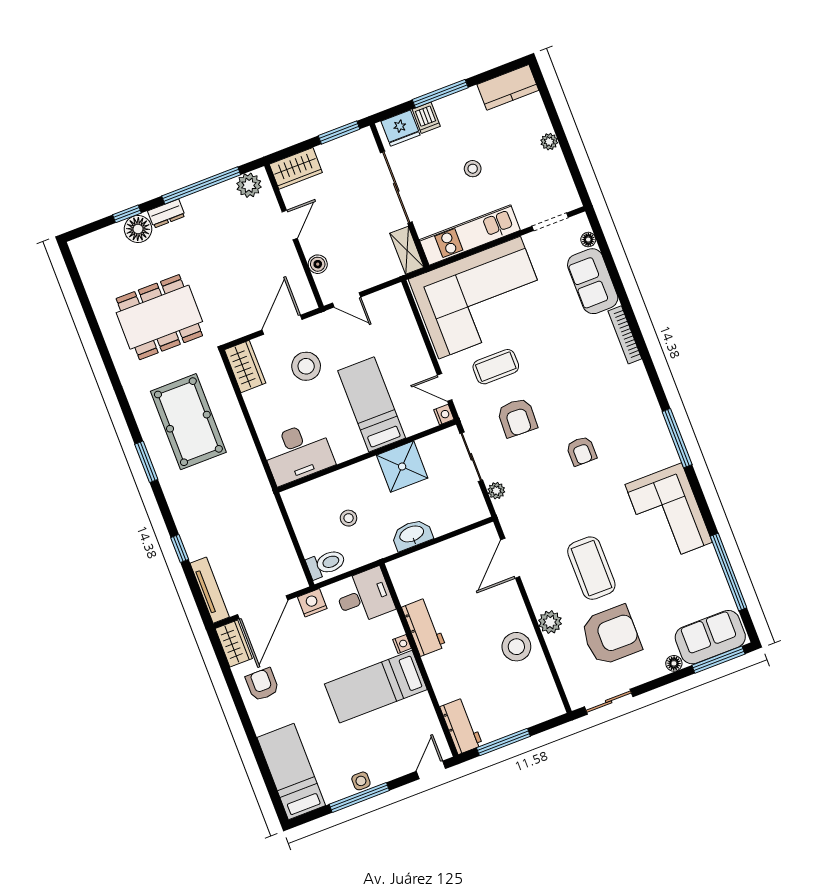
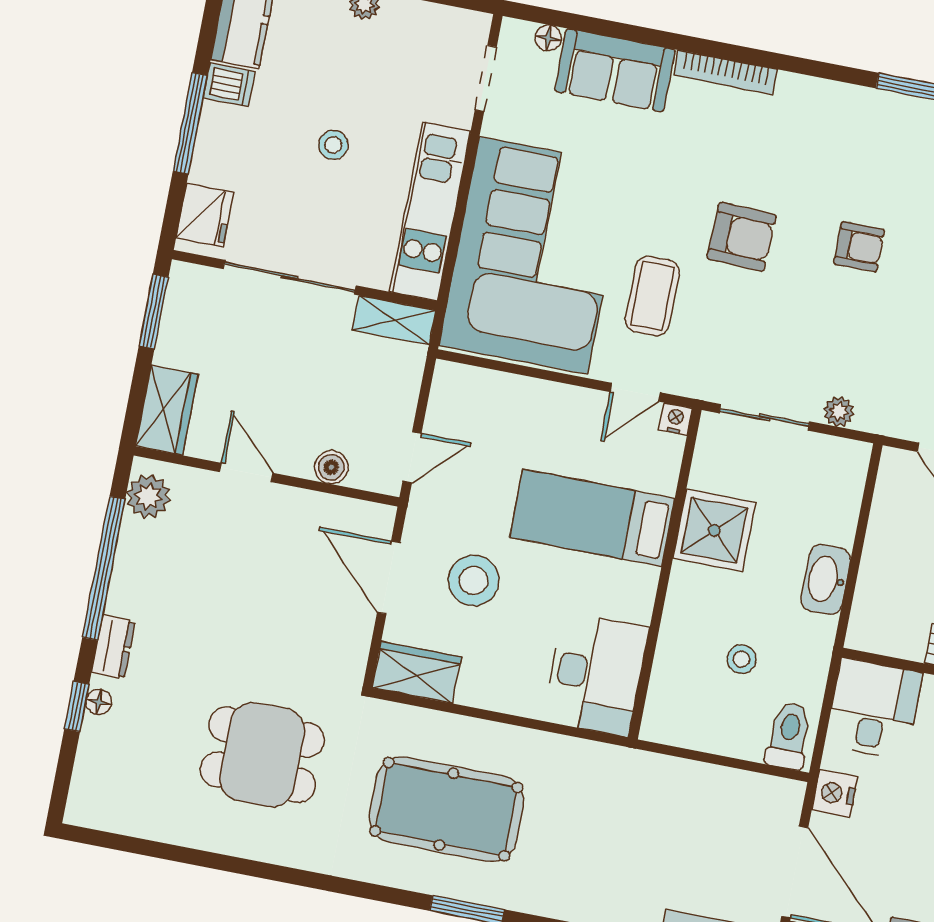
dishwasher: (426, 118) -> (229, 85), moved
floor lamp: (138, 229) -> (99, 702), width x0.53, depth x0.53
dining table: (159, 317) -> (262, 755), width x0.73
armchair: (517, 418) -> (741, 237), moved

